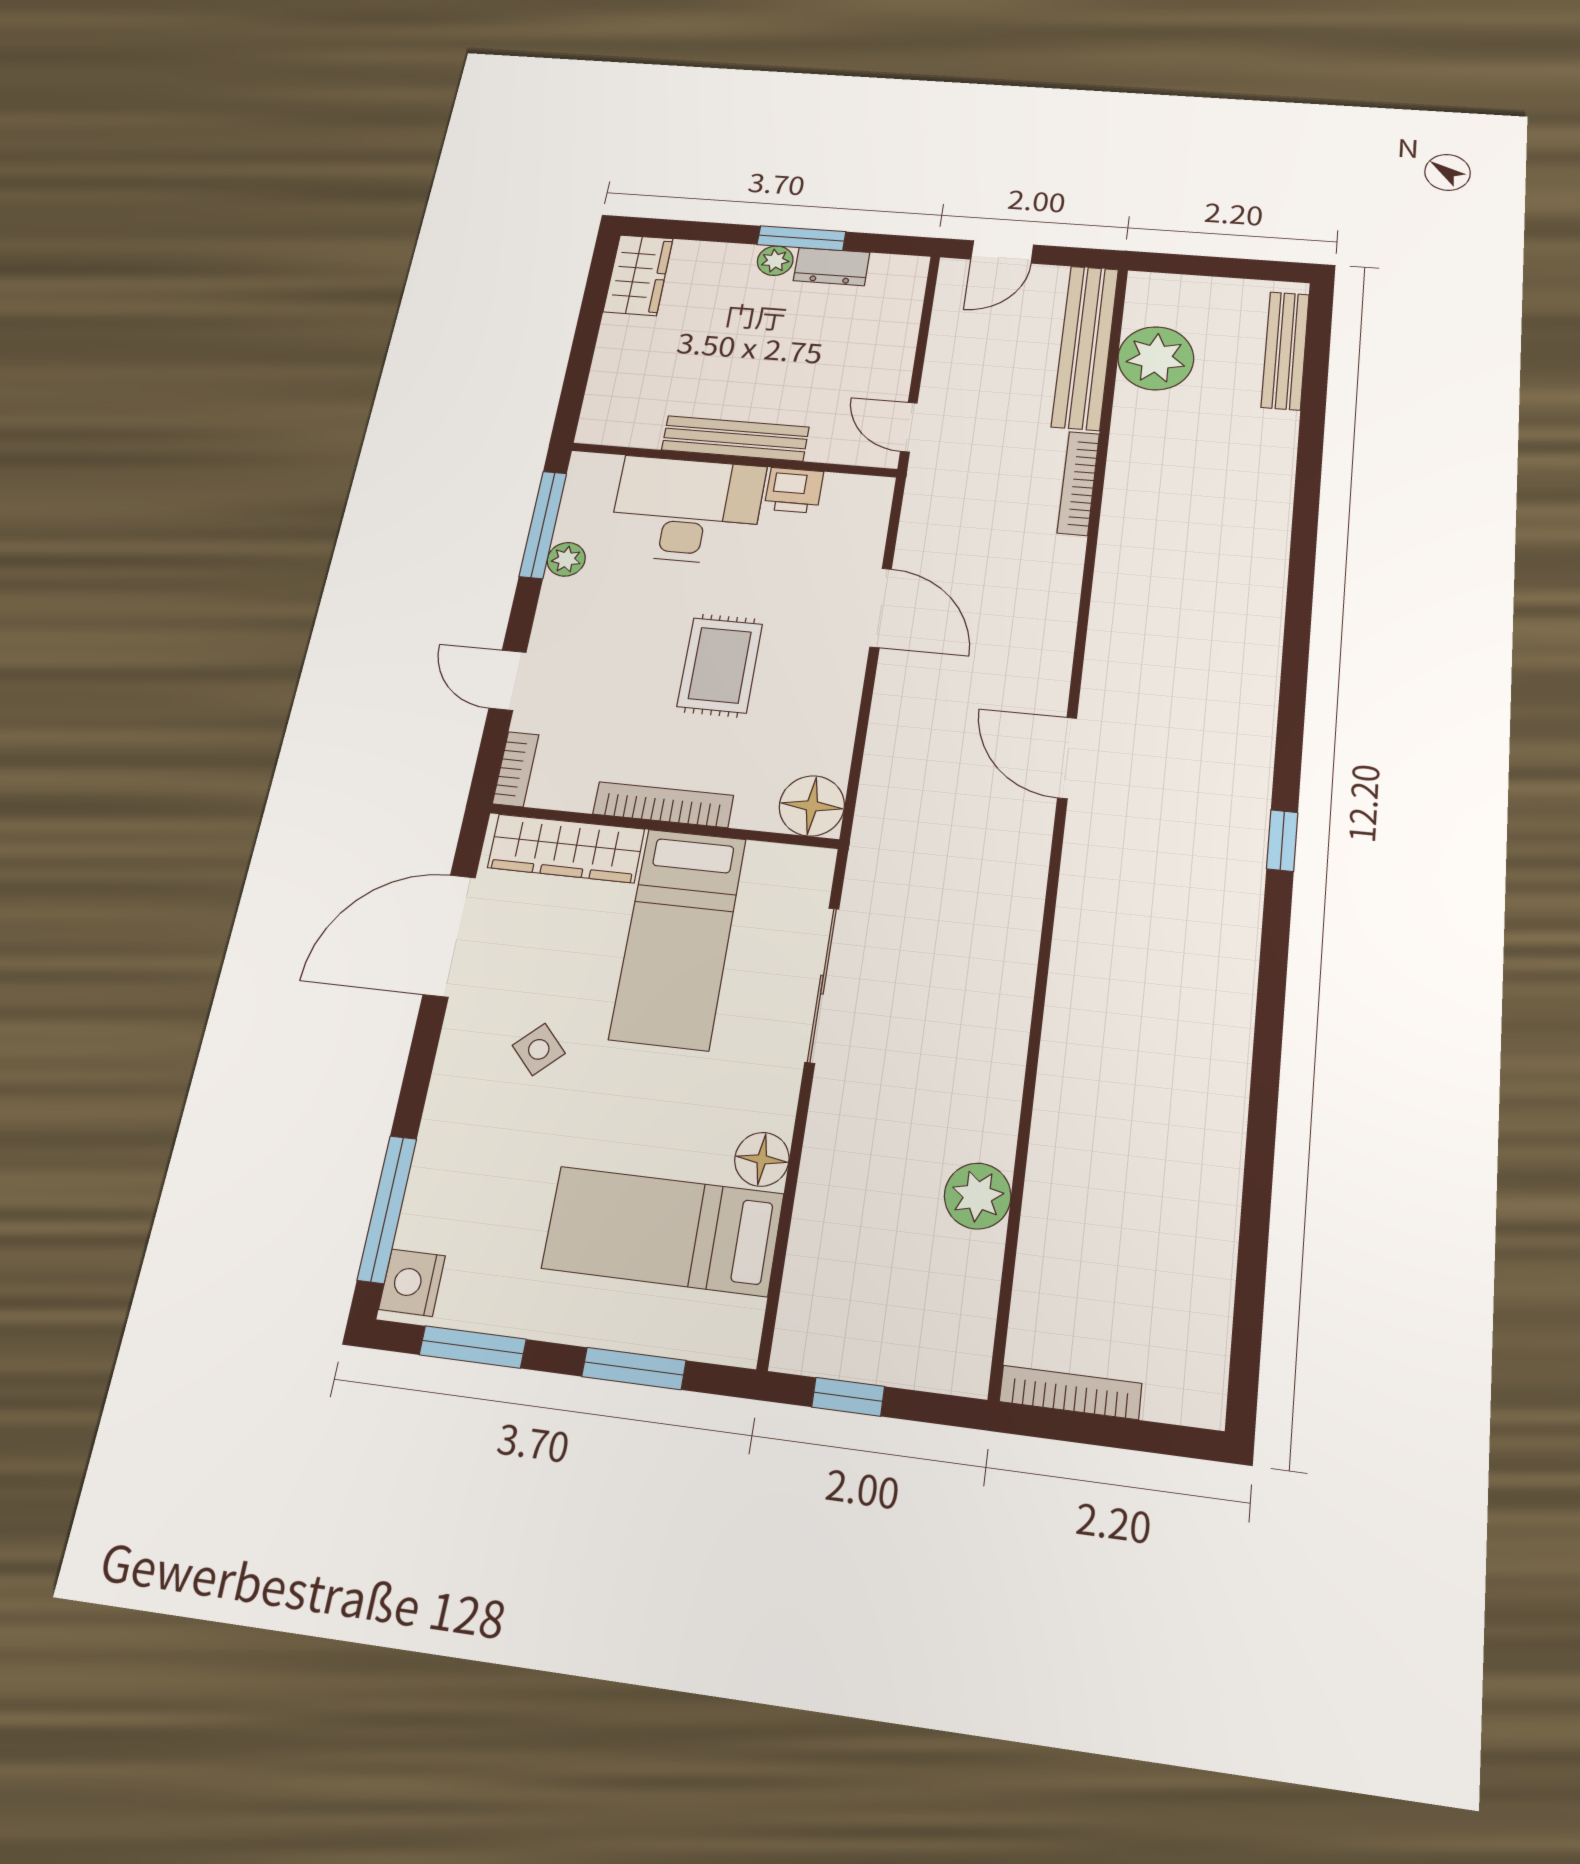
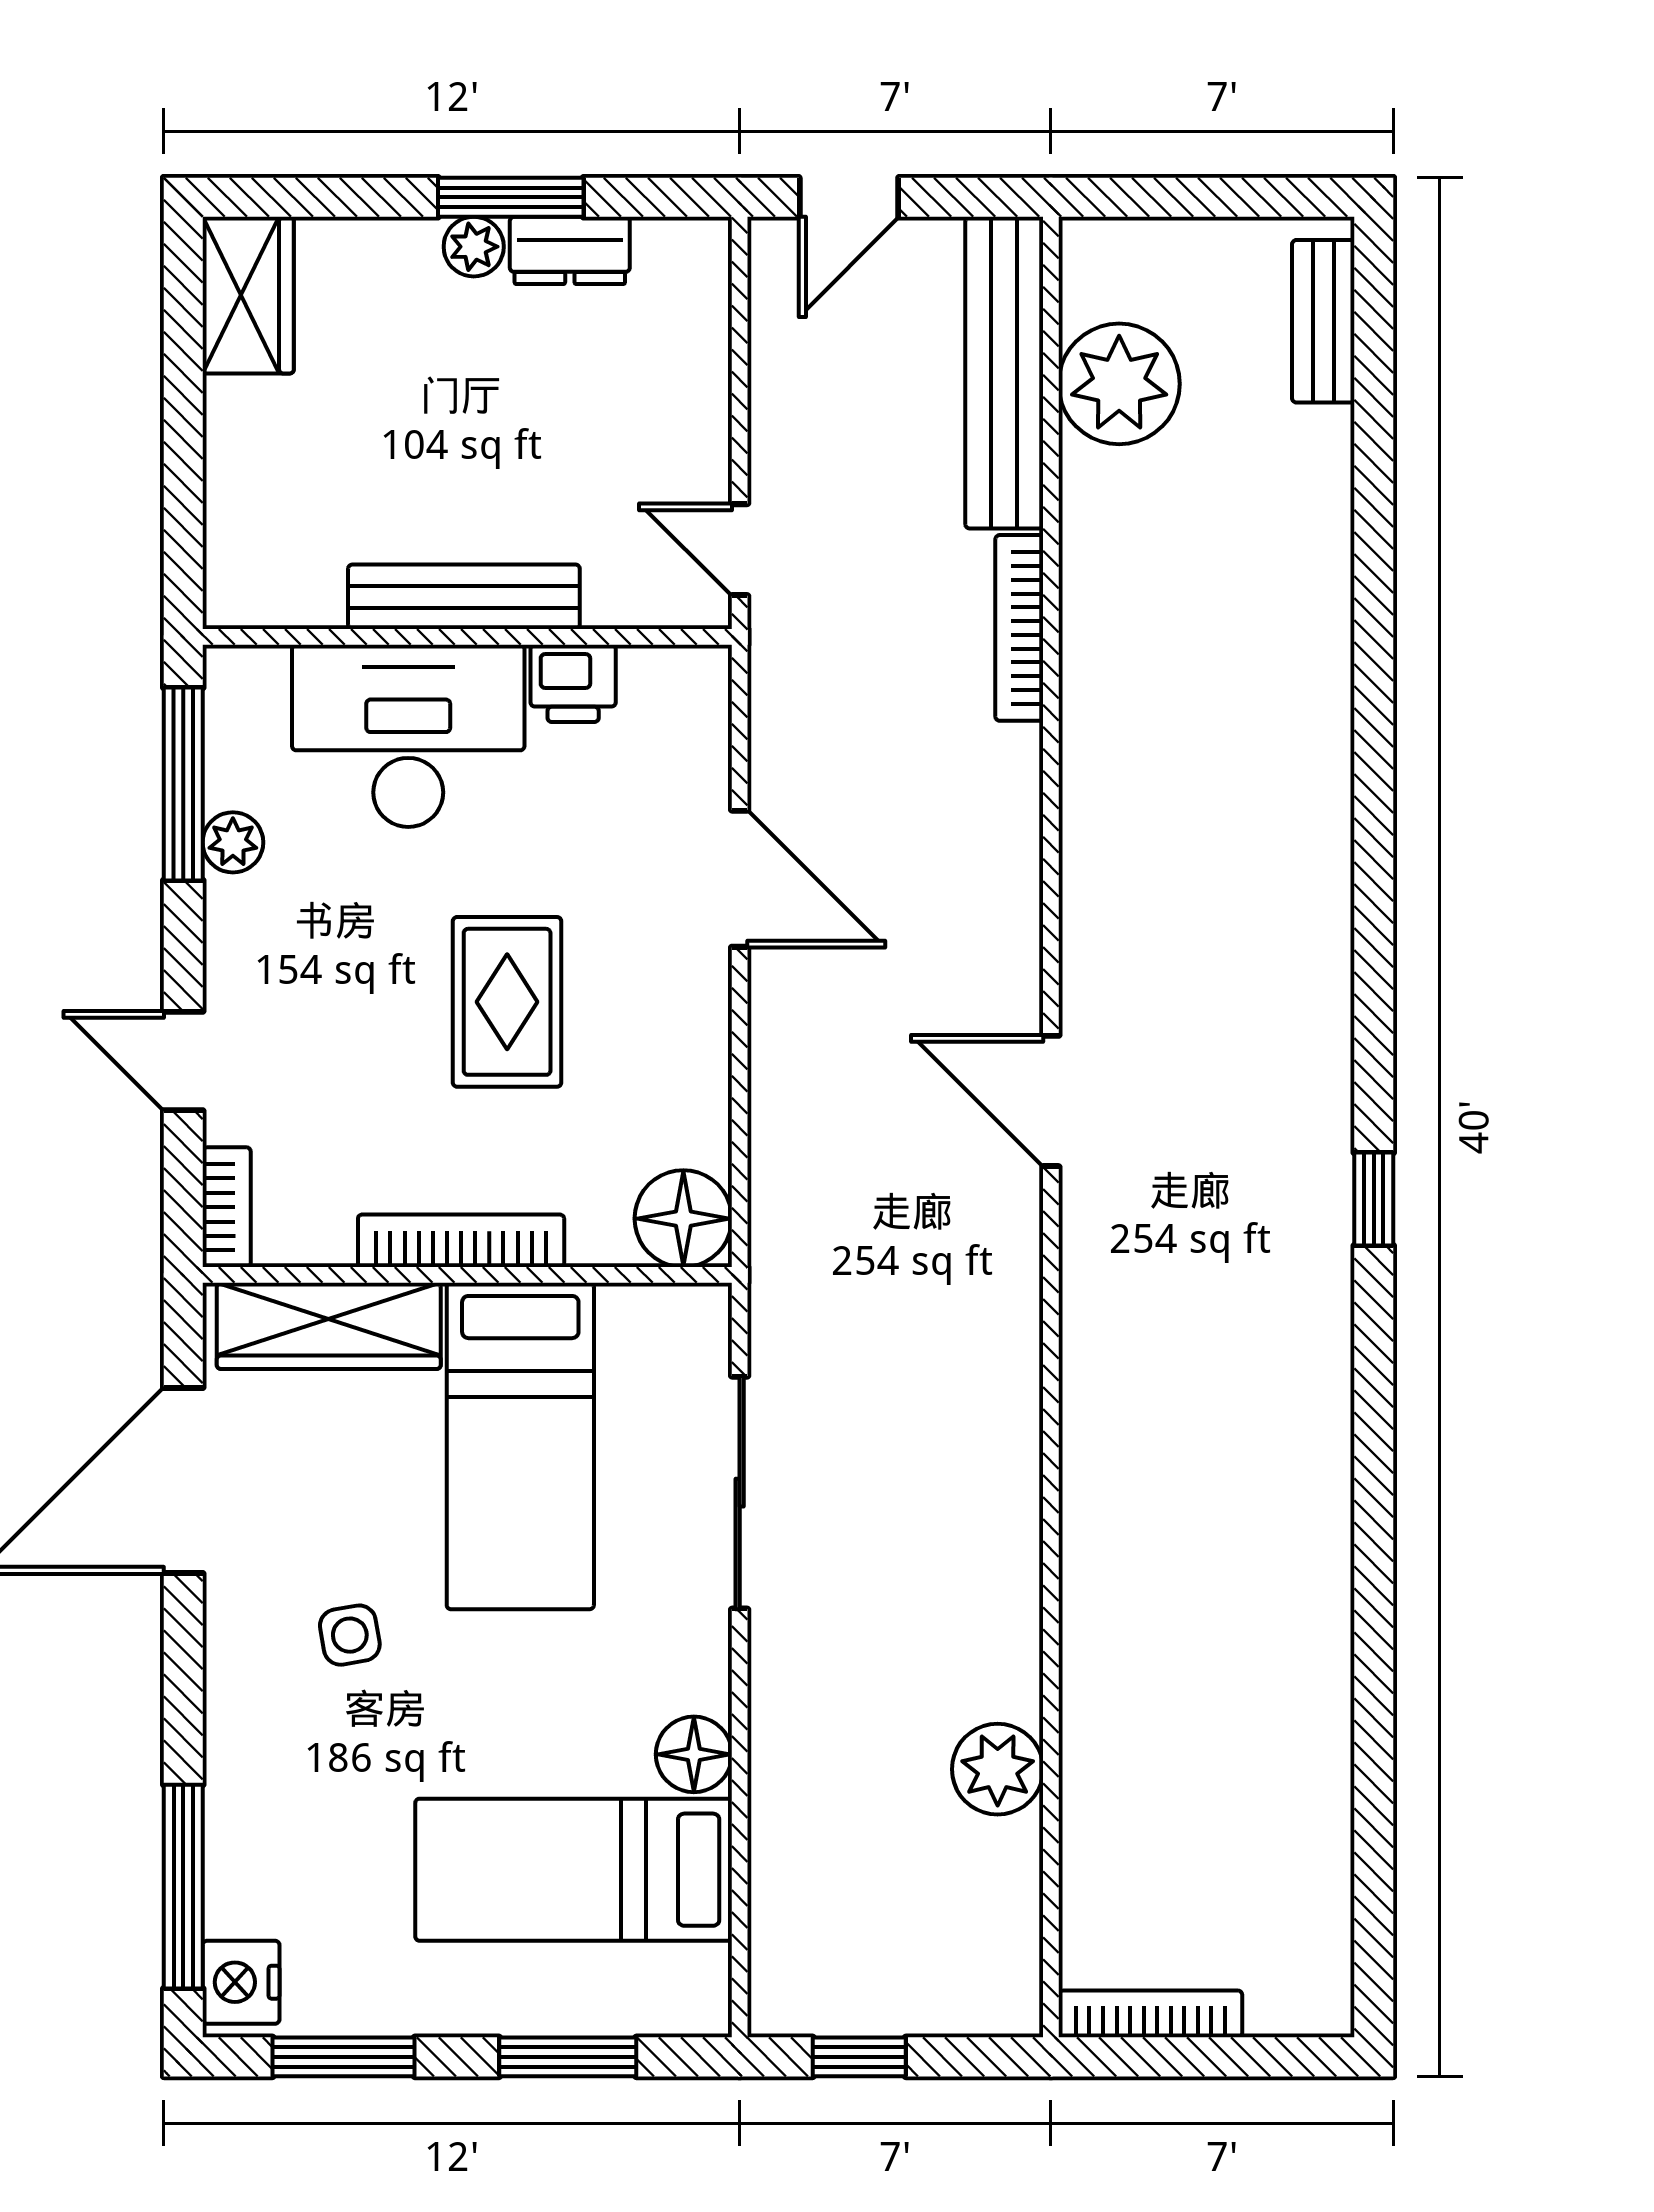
bench: (1285, 351) -> (1323, 321), width x0.73
side table: (539, 1049) -> (350, 1635), turned 33

